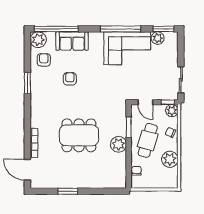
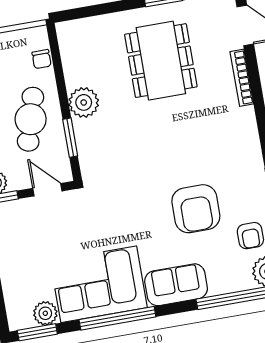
sofa: (72, 41) -> (176, 285), moved
armchair: (70, 79) -> (196, 209), width x1.88, depth x1.88
dining table: (79, 135) -> (161, 61), moved, turned 90

